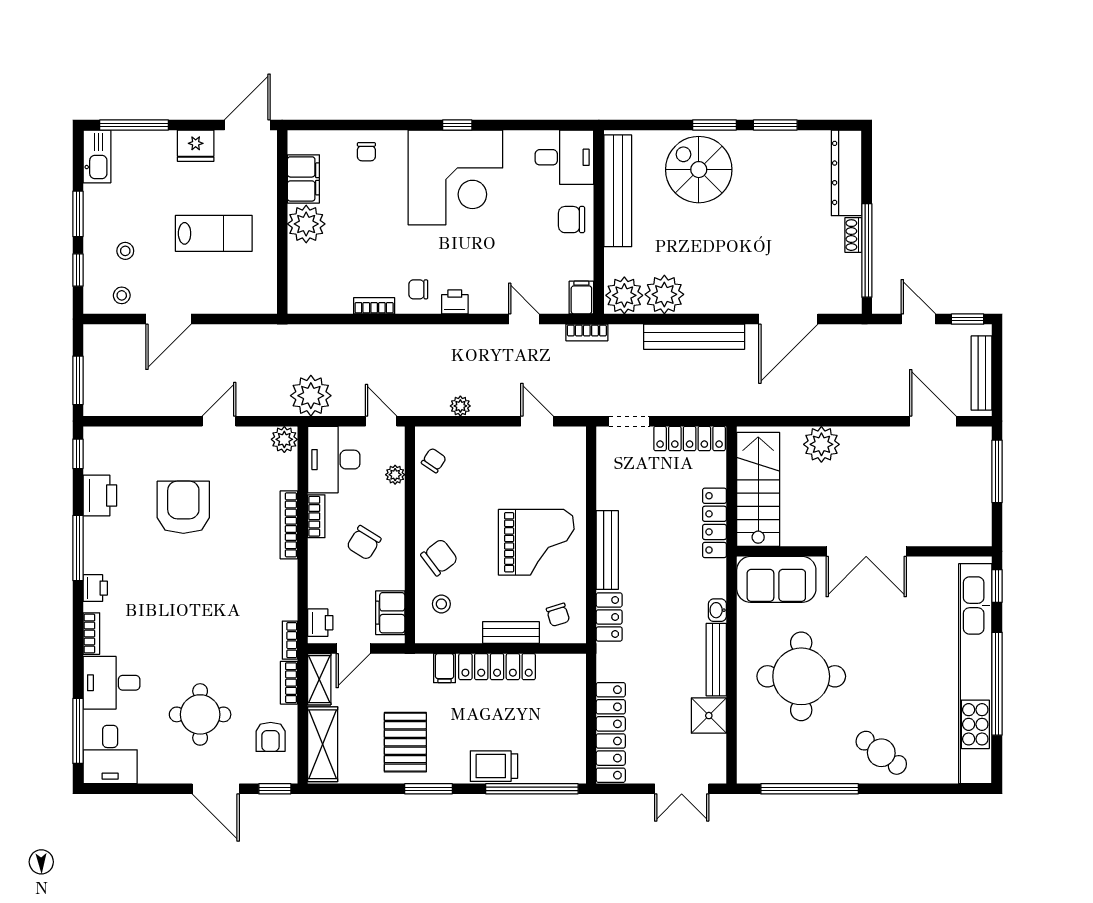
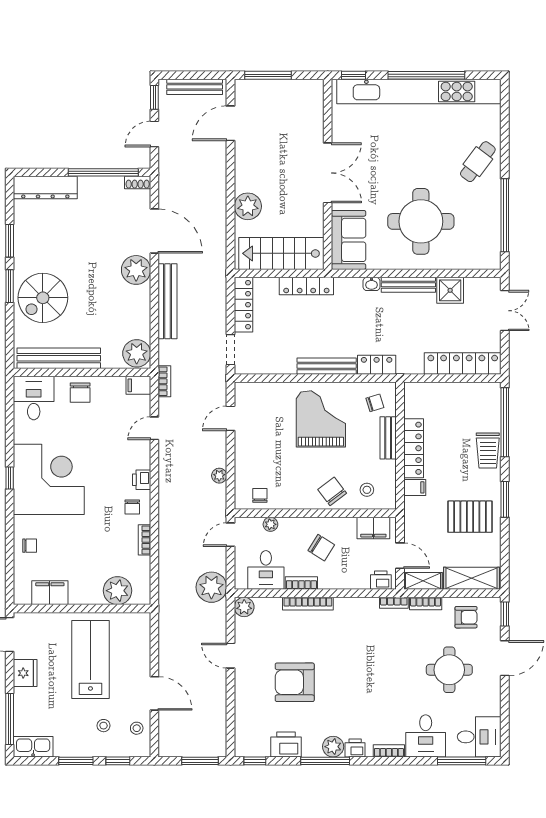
plant: (306, 224) -> (118, 591), moved
lab bench: (214, 233) -> (90, 660), width x1.36, depth x1.39
shoe rack: (853, 235) -> (138, 182), moved
plant: (664, 294) -> (136, 270), moved
desk: (334, 460) -> (266, 570), width x0.73
chair: (434, 460) -> (260, 495), turned 56
plant: (97, 559) -> (333, 747), added

